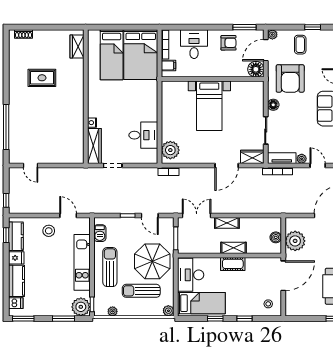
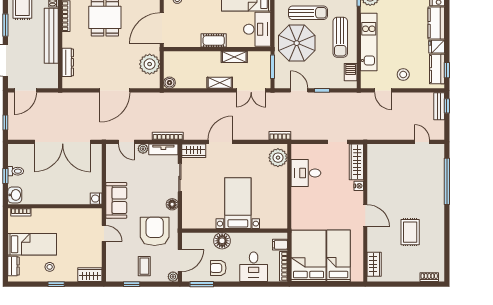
floor lamp: (256, 69) -> (222, 241), moved
rug: (42, 78) -> (410, 232), turned 90
door: (86, 94) -> (365, 216), added
bench: (14, 200) -> (439, 106), added
boiler: (276, 237) -> (169, 83), moved
shelving: (233, 248) -> (234, 57), moved

